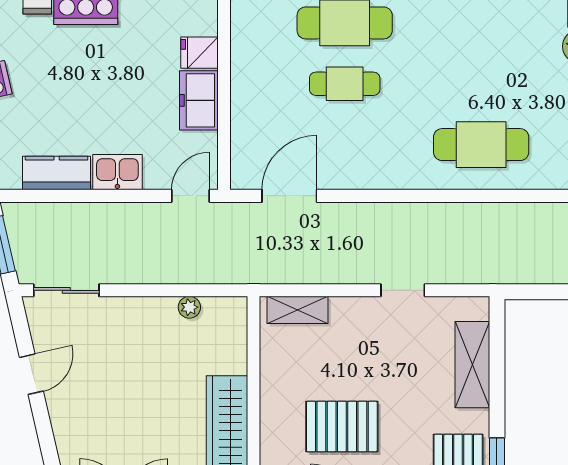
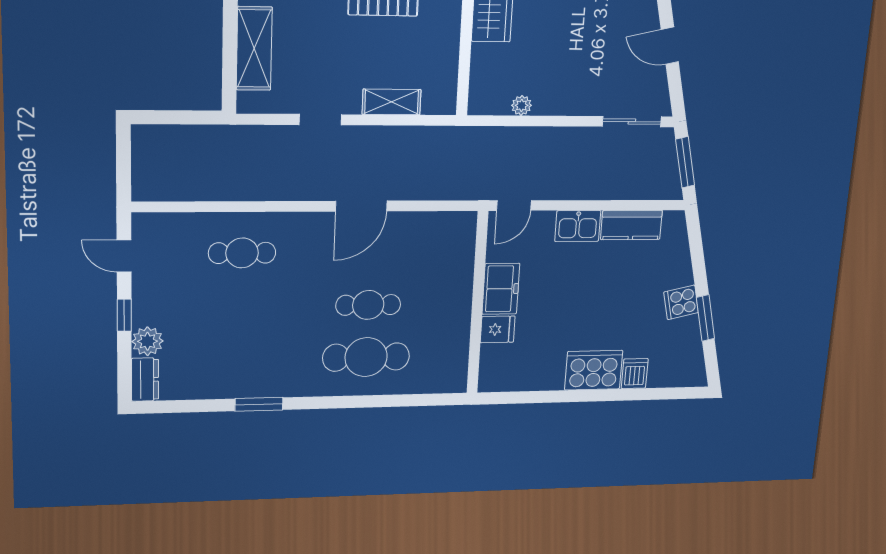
cafe table: (481, 145) -> (242, 253), width x0.73, depth x0.74
door: (289, 196) -> (361, 206), moved
shelving: (298, 310) -> (392, 102), moved
door: (31, 374) -> (670, 46), hinge flipped

